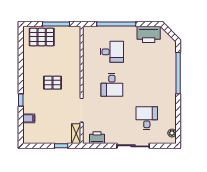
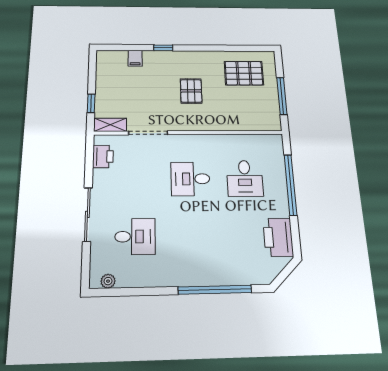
pallet: (42, 37) -> (244, 73), moved, turned 90

